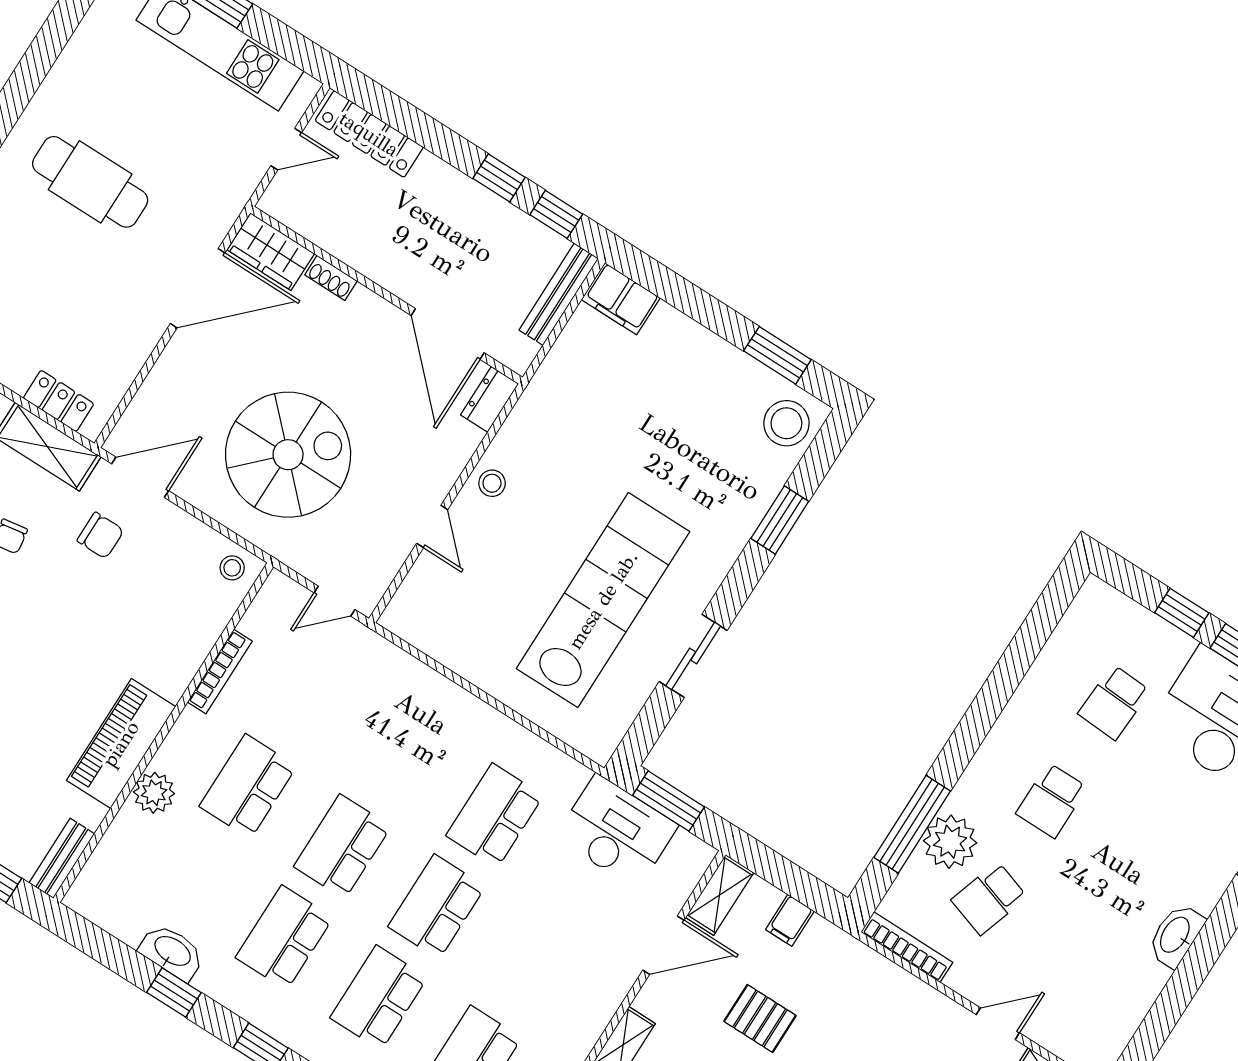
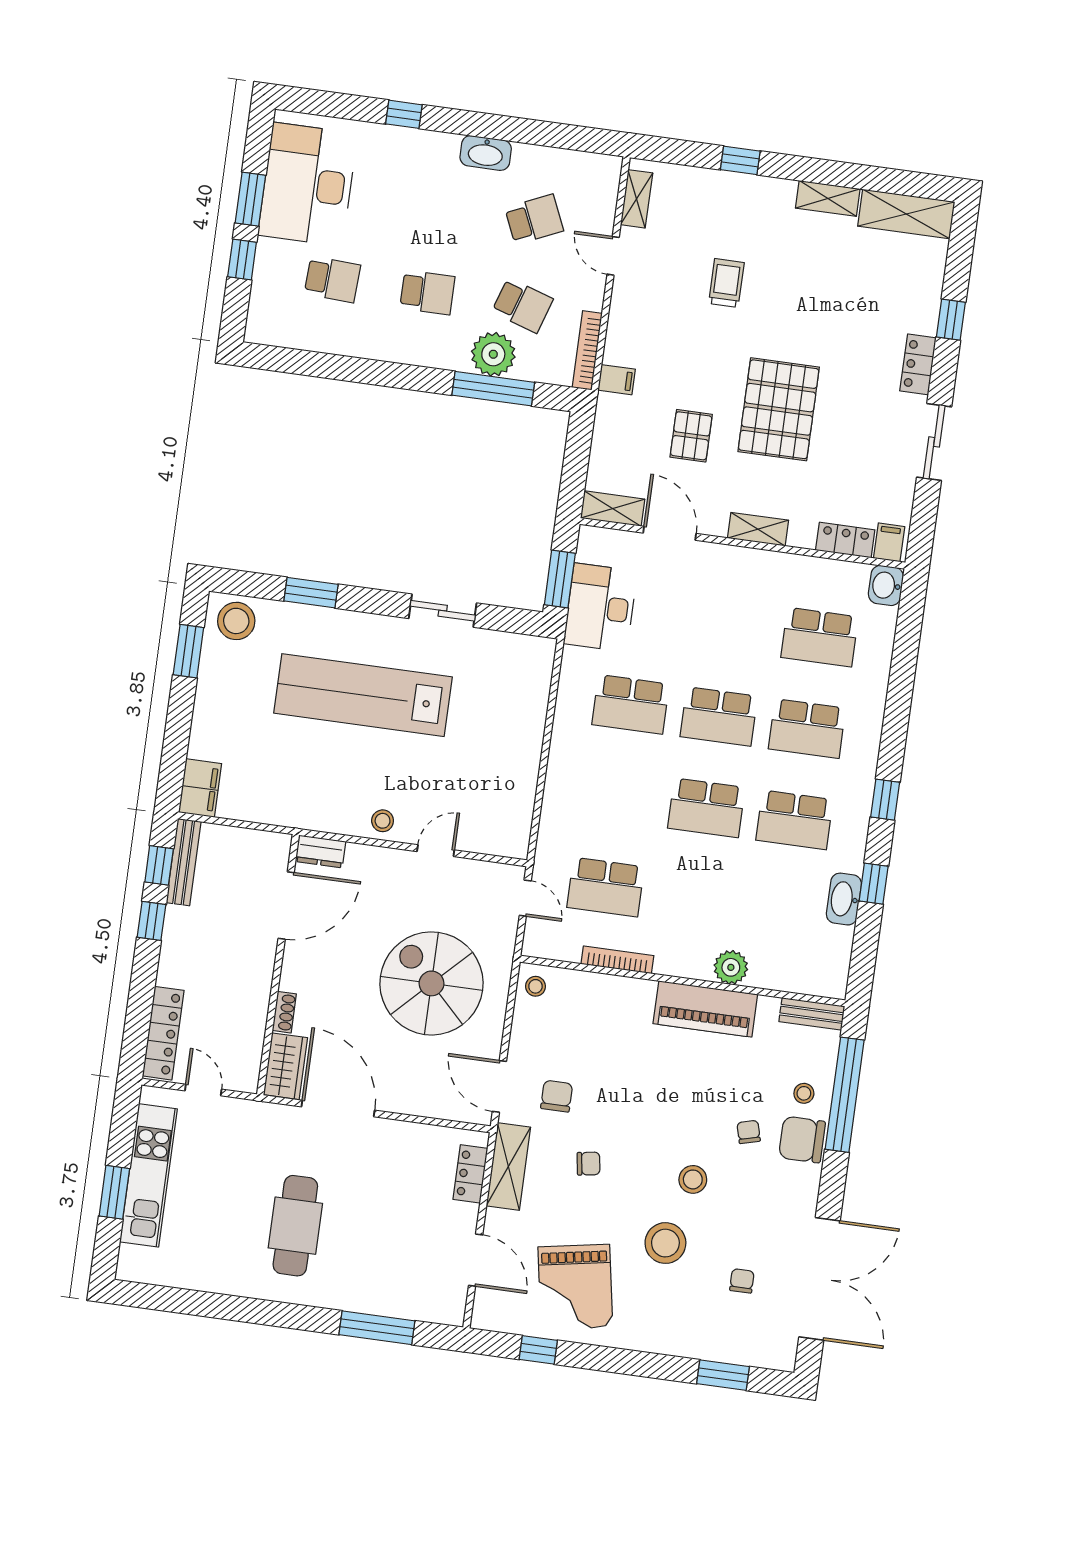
bench: (559, 294) -> (184, 862), moved, turned 90
lab bench: (603, 600) -> (363, 695), moved
school desk: (248, 786) -> (606, 887), moved
filing cabinet: (790, 920) -> (617, 380), moved
school desk: (1078, 955) -> (534, 219), added

